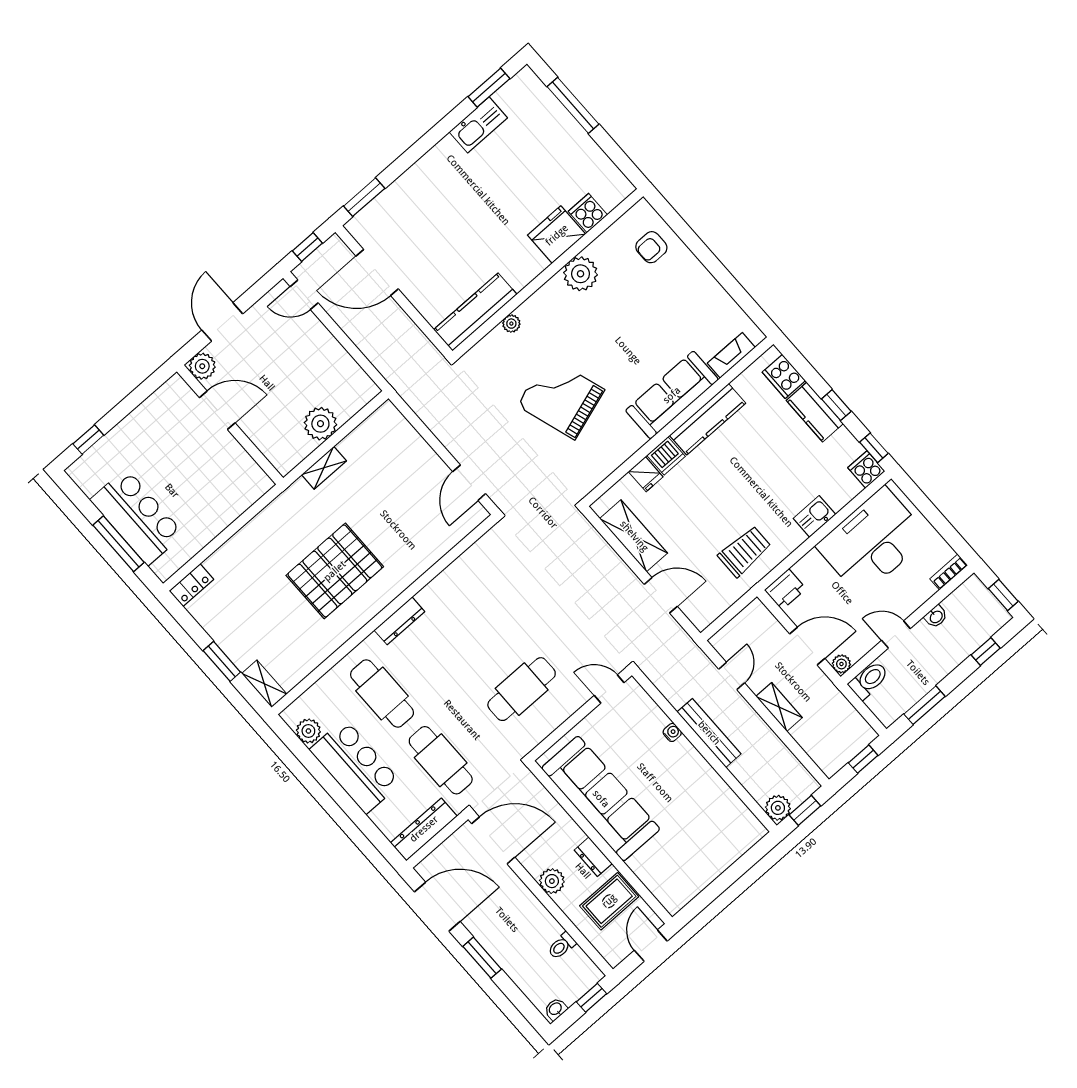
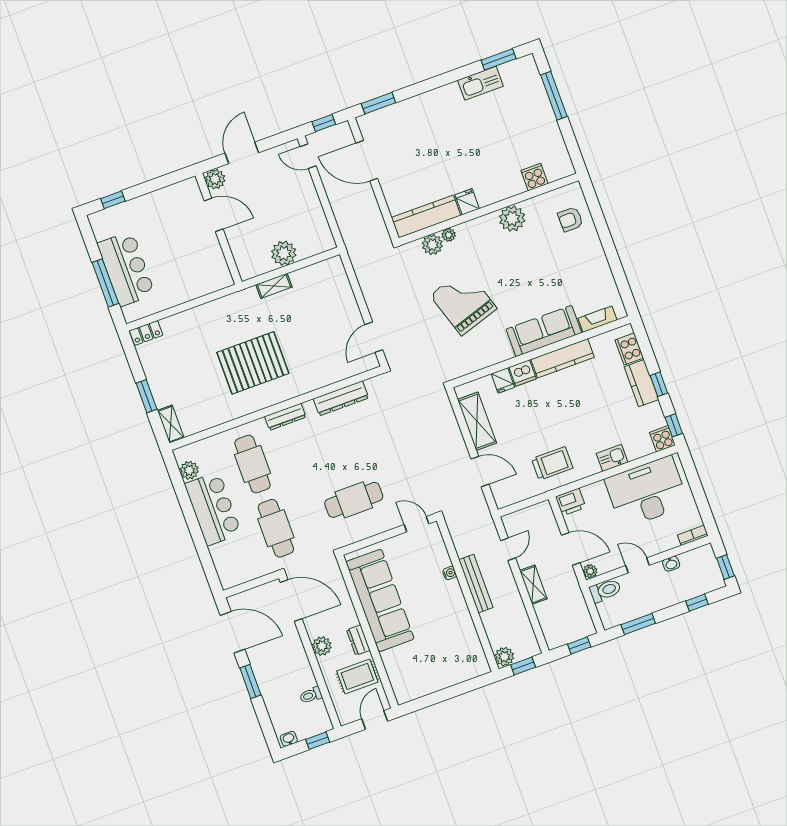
fridge: (557, 235) -> (467, 202), moved, width x0.53, depth x0.75
plant: (496, 343) -> (432, 245), added
dresser: (424, 829) -> (341, 398), moved, turned 180

